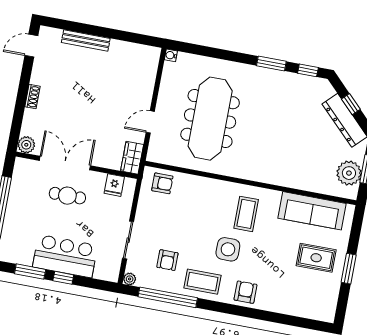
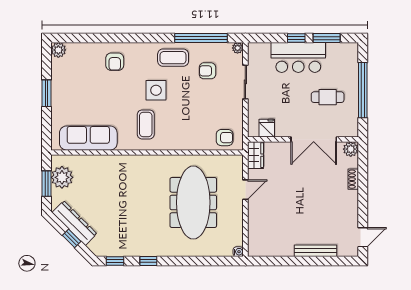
window: (271, 64) -> (148, 261), width x0.67
shoe rack: (32, 97) -> (353, 179), moved
armchair: (162, 183) -> (225, 138), turned 180
cafe table: (67, 196) -> (328, 97), moved
rug: (316, 258) -> (77, 97), removed
armchair: (167, 260) -> (207, 71), turned -90
armchair: (245, 292) -> (115, 62), moved
plant: (327, 314) -> (58, 50), added

